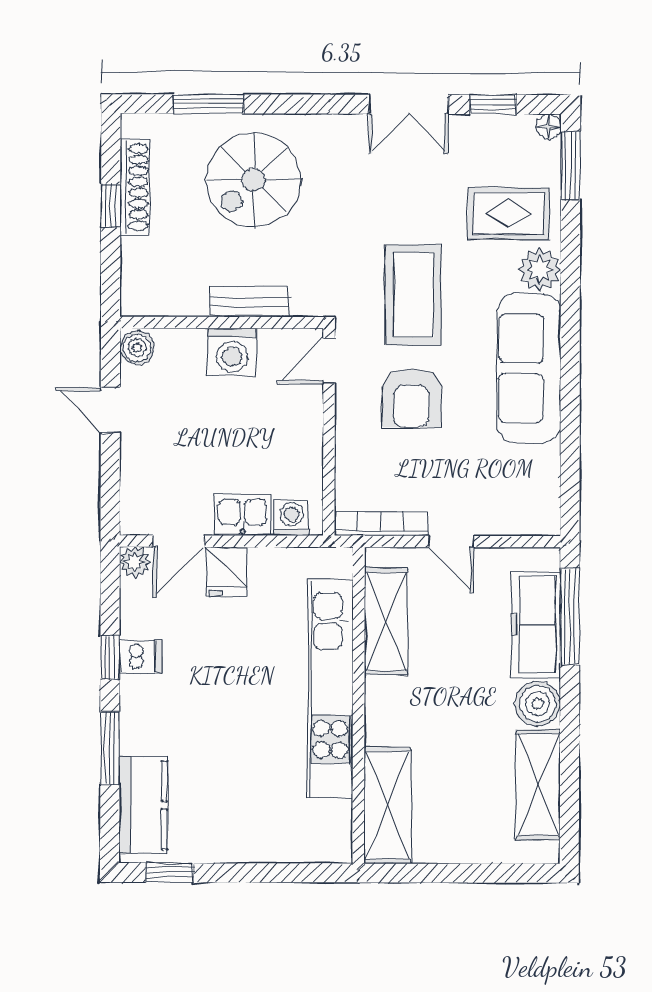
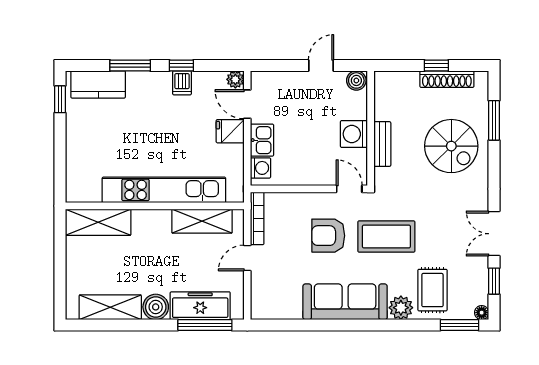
spiral stairs: (254, 180) -> (451, 146), turned 180

